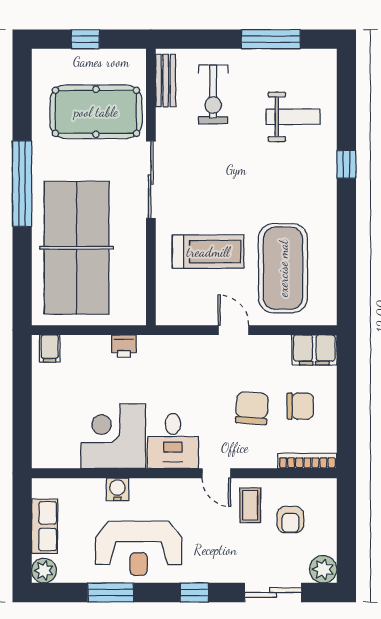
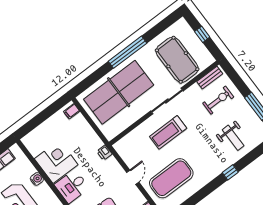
exercise bike: (213, 94) -> (218, 100), turned 180
treadmill: (208, 252) -> (168, 132), moved, turned 90
printer: (124, 346) -> (104, 153), moved

